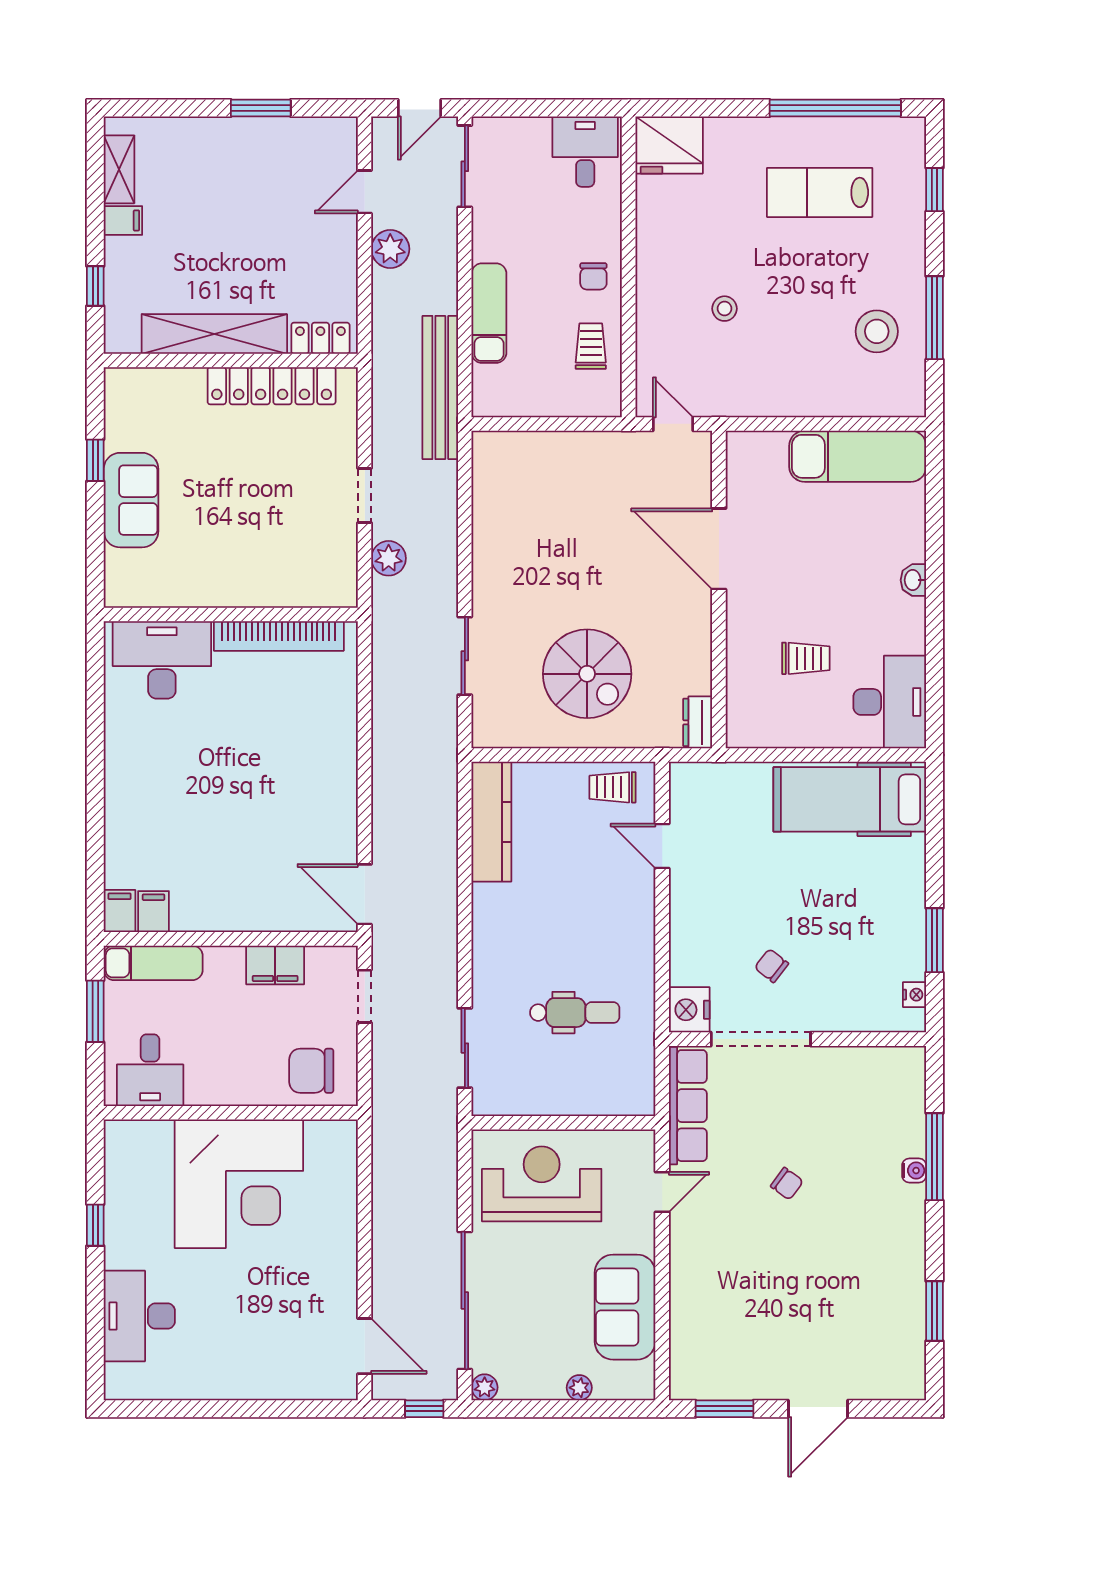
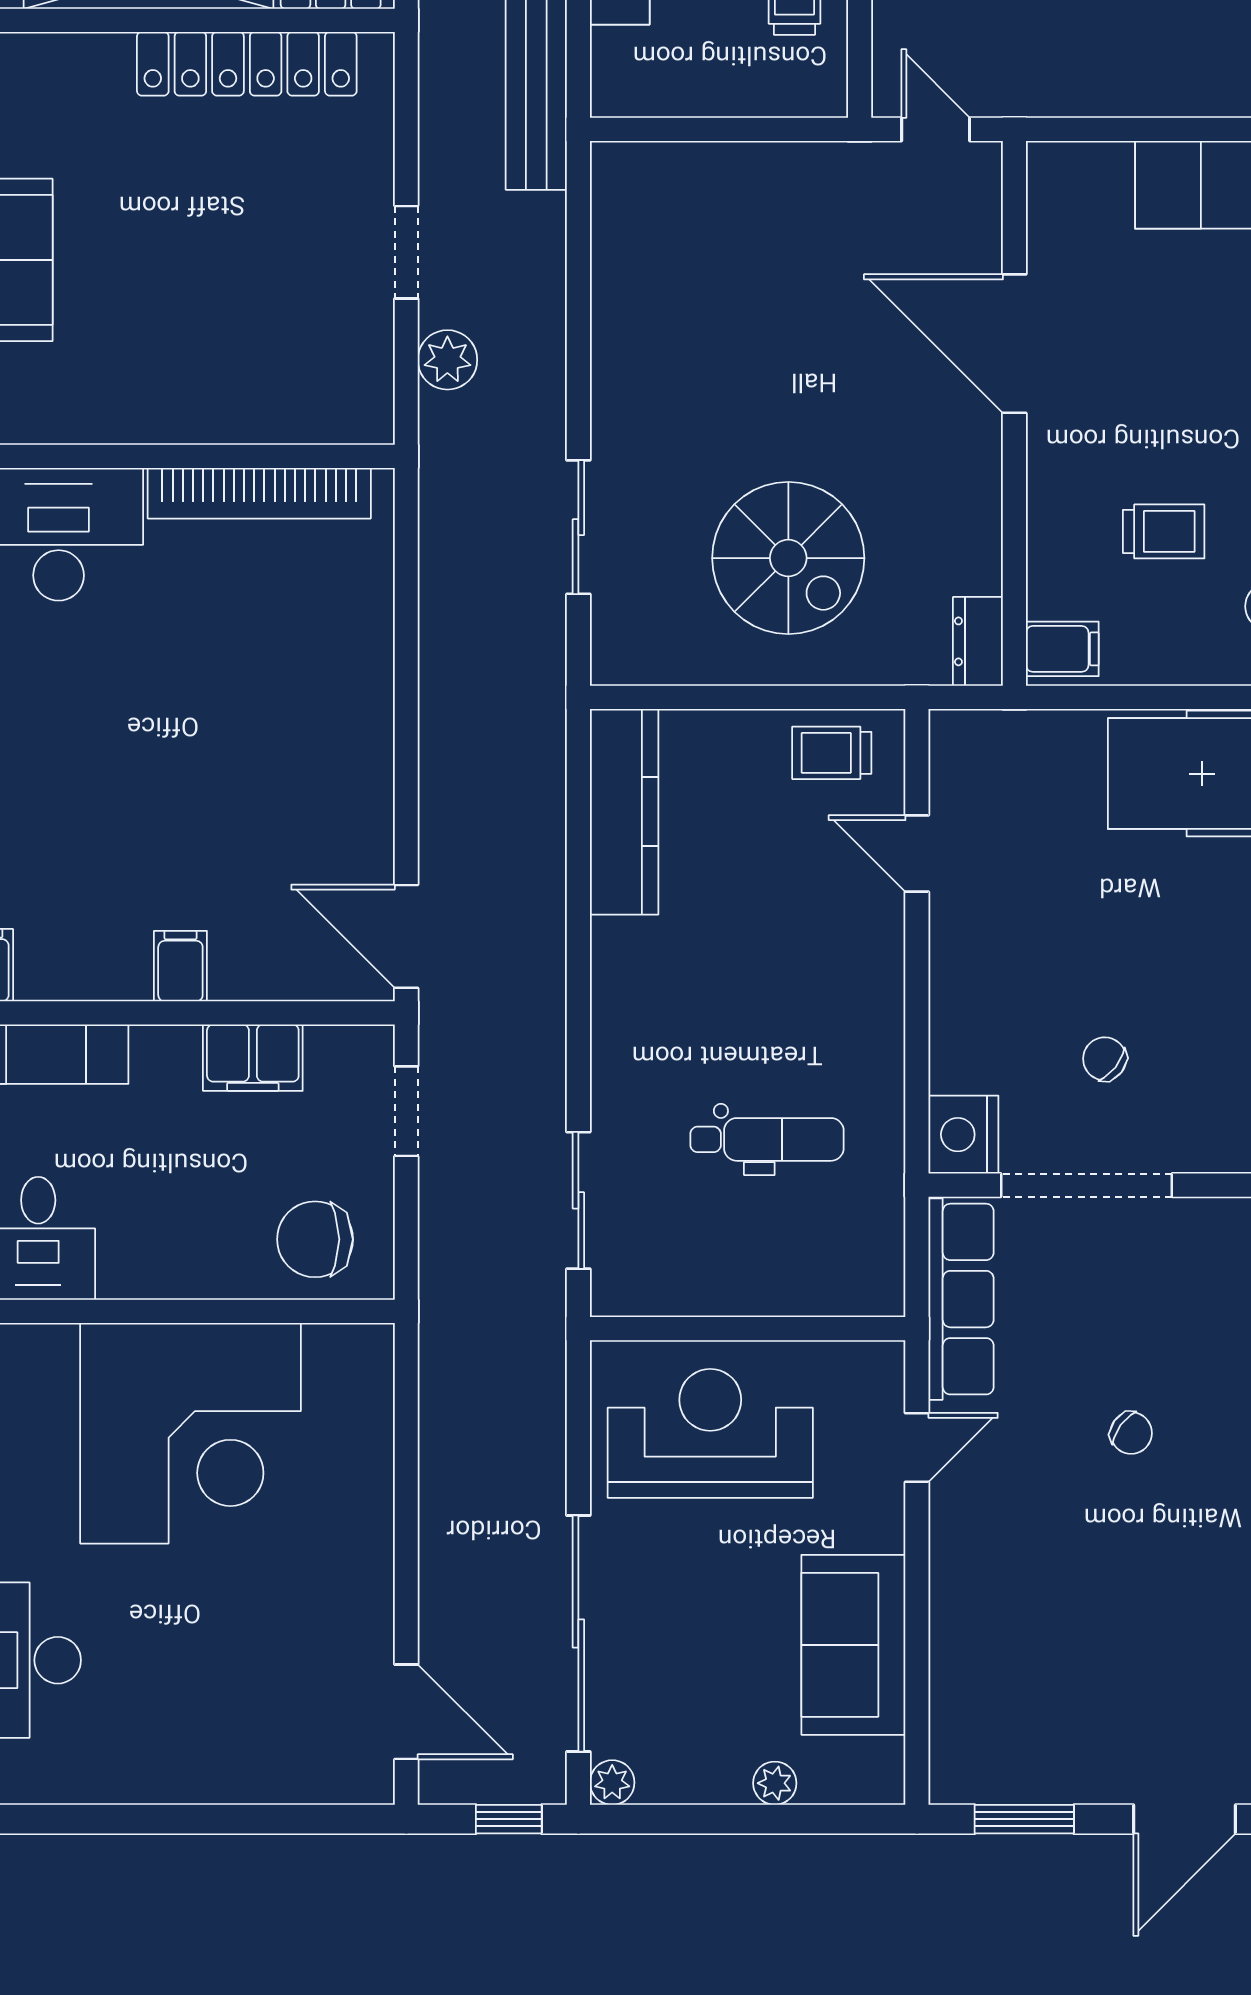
filing cabinet: (747, 727) -> (1062, 649), added
filing cabinet: (154, 912) -> (180, 966), moved

